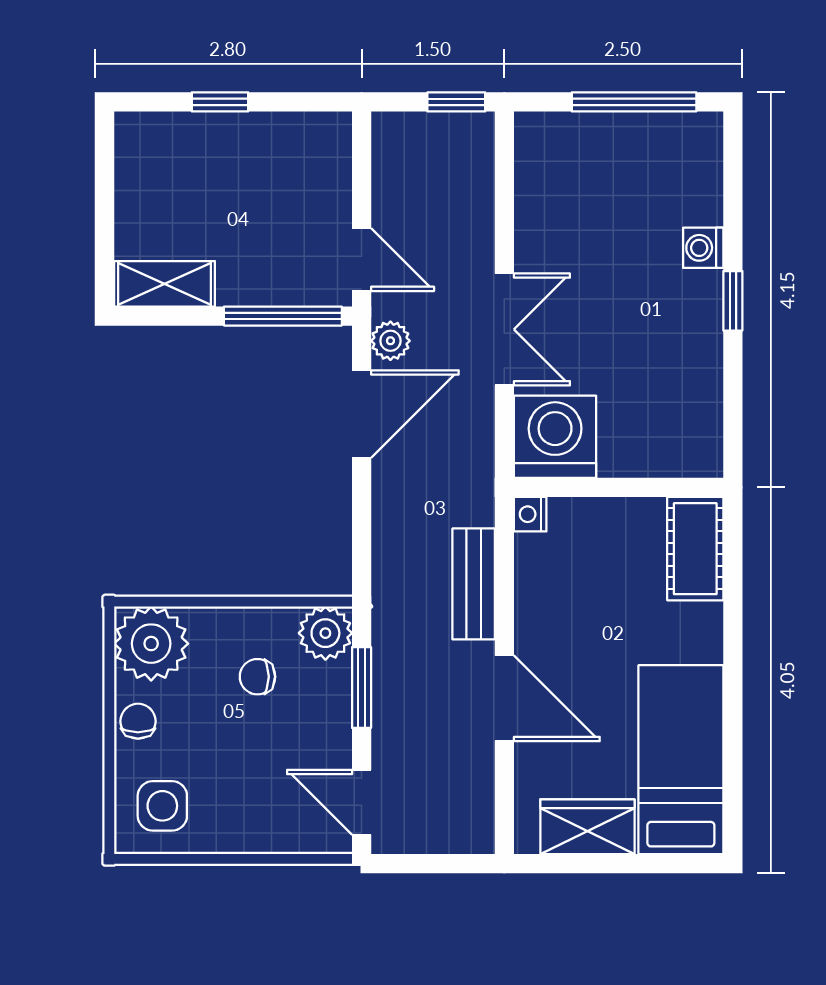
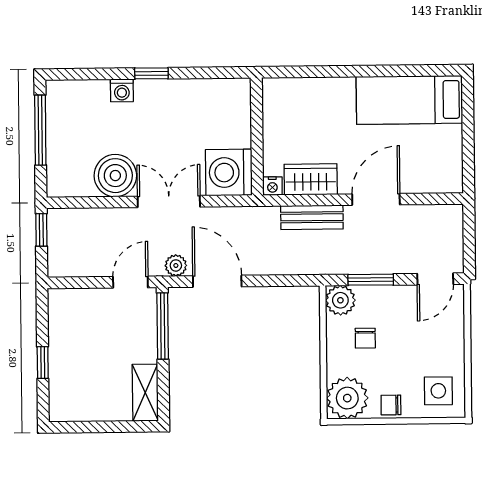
boiler: (552, 235) -> (115, 176), added
cot: (695, 549) -> (291, 93), removed
wardrobe: (587, 827) -> (311, 179), moved, turned 90

